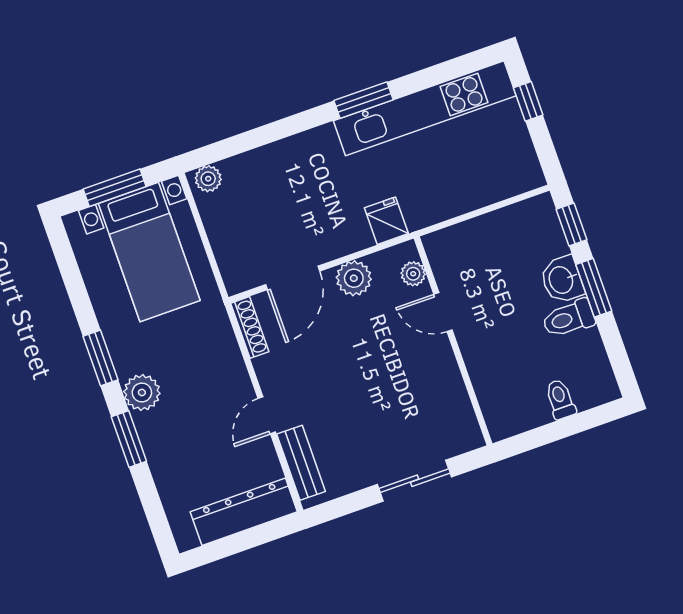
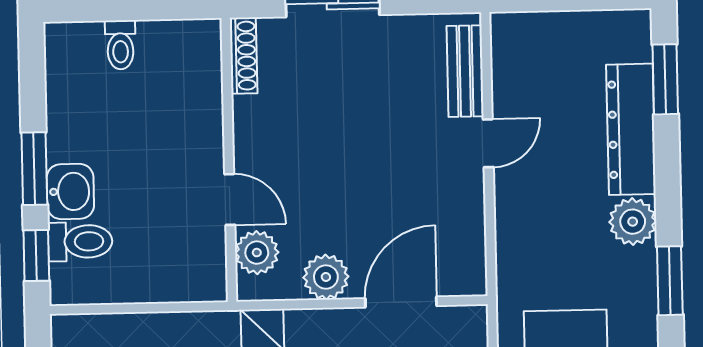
plant: (413, 274) -> (257, 253), width x1.38, depth x1.38
toilet: (569, 318) -> (80, 242), moved
shoe rack: (250, 327) -> (243, 56), moved, turned 180
window: (129, 439) -> (665, 79), moved
dresser: (244, 512) -> (631, 129), moved, turned 90

